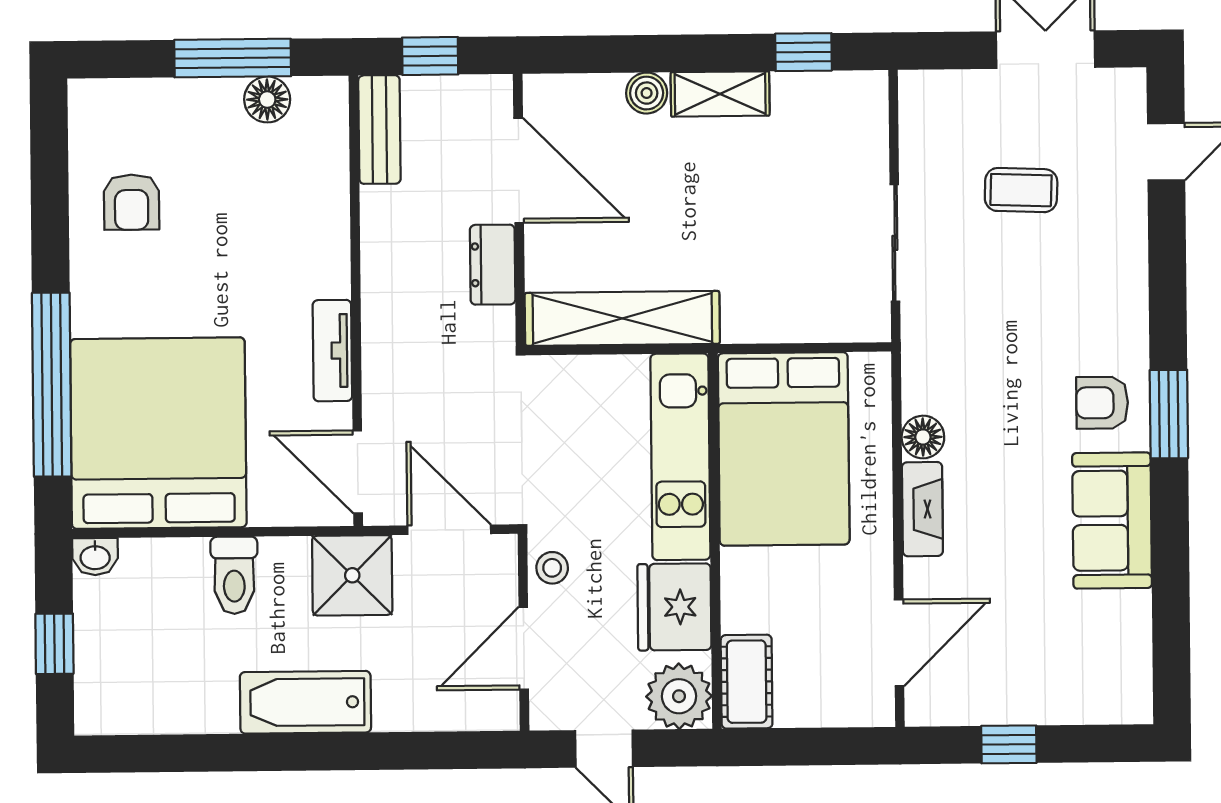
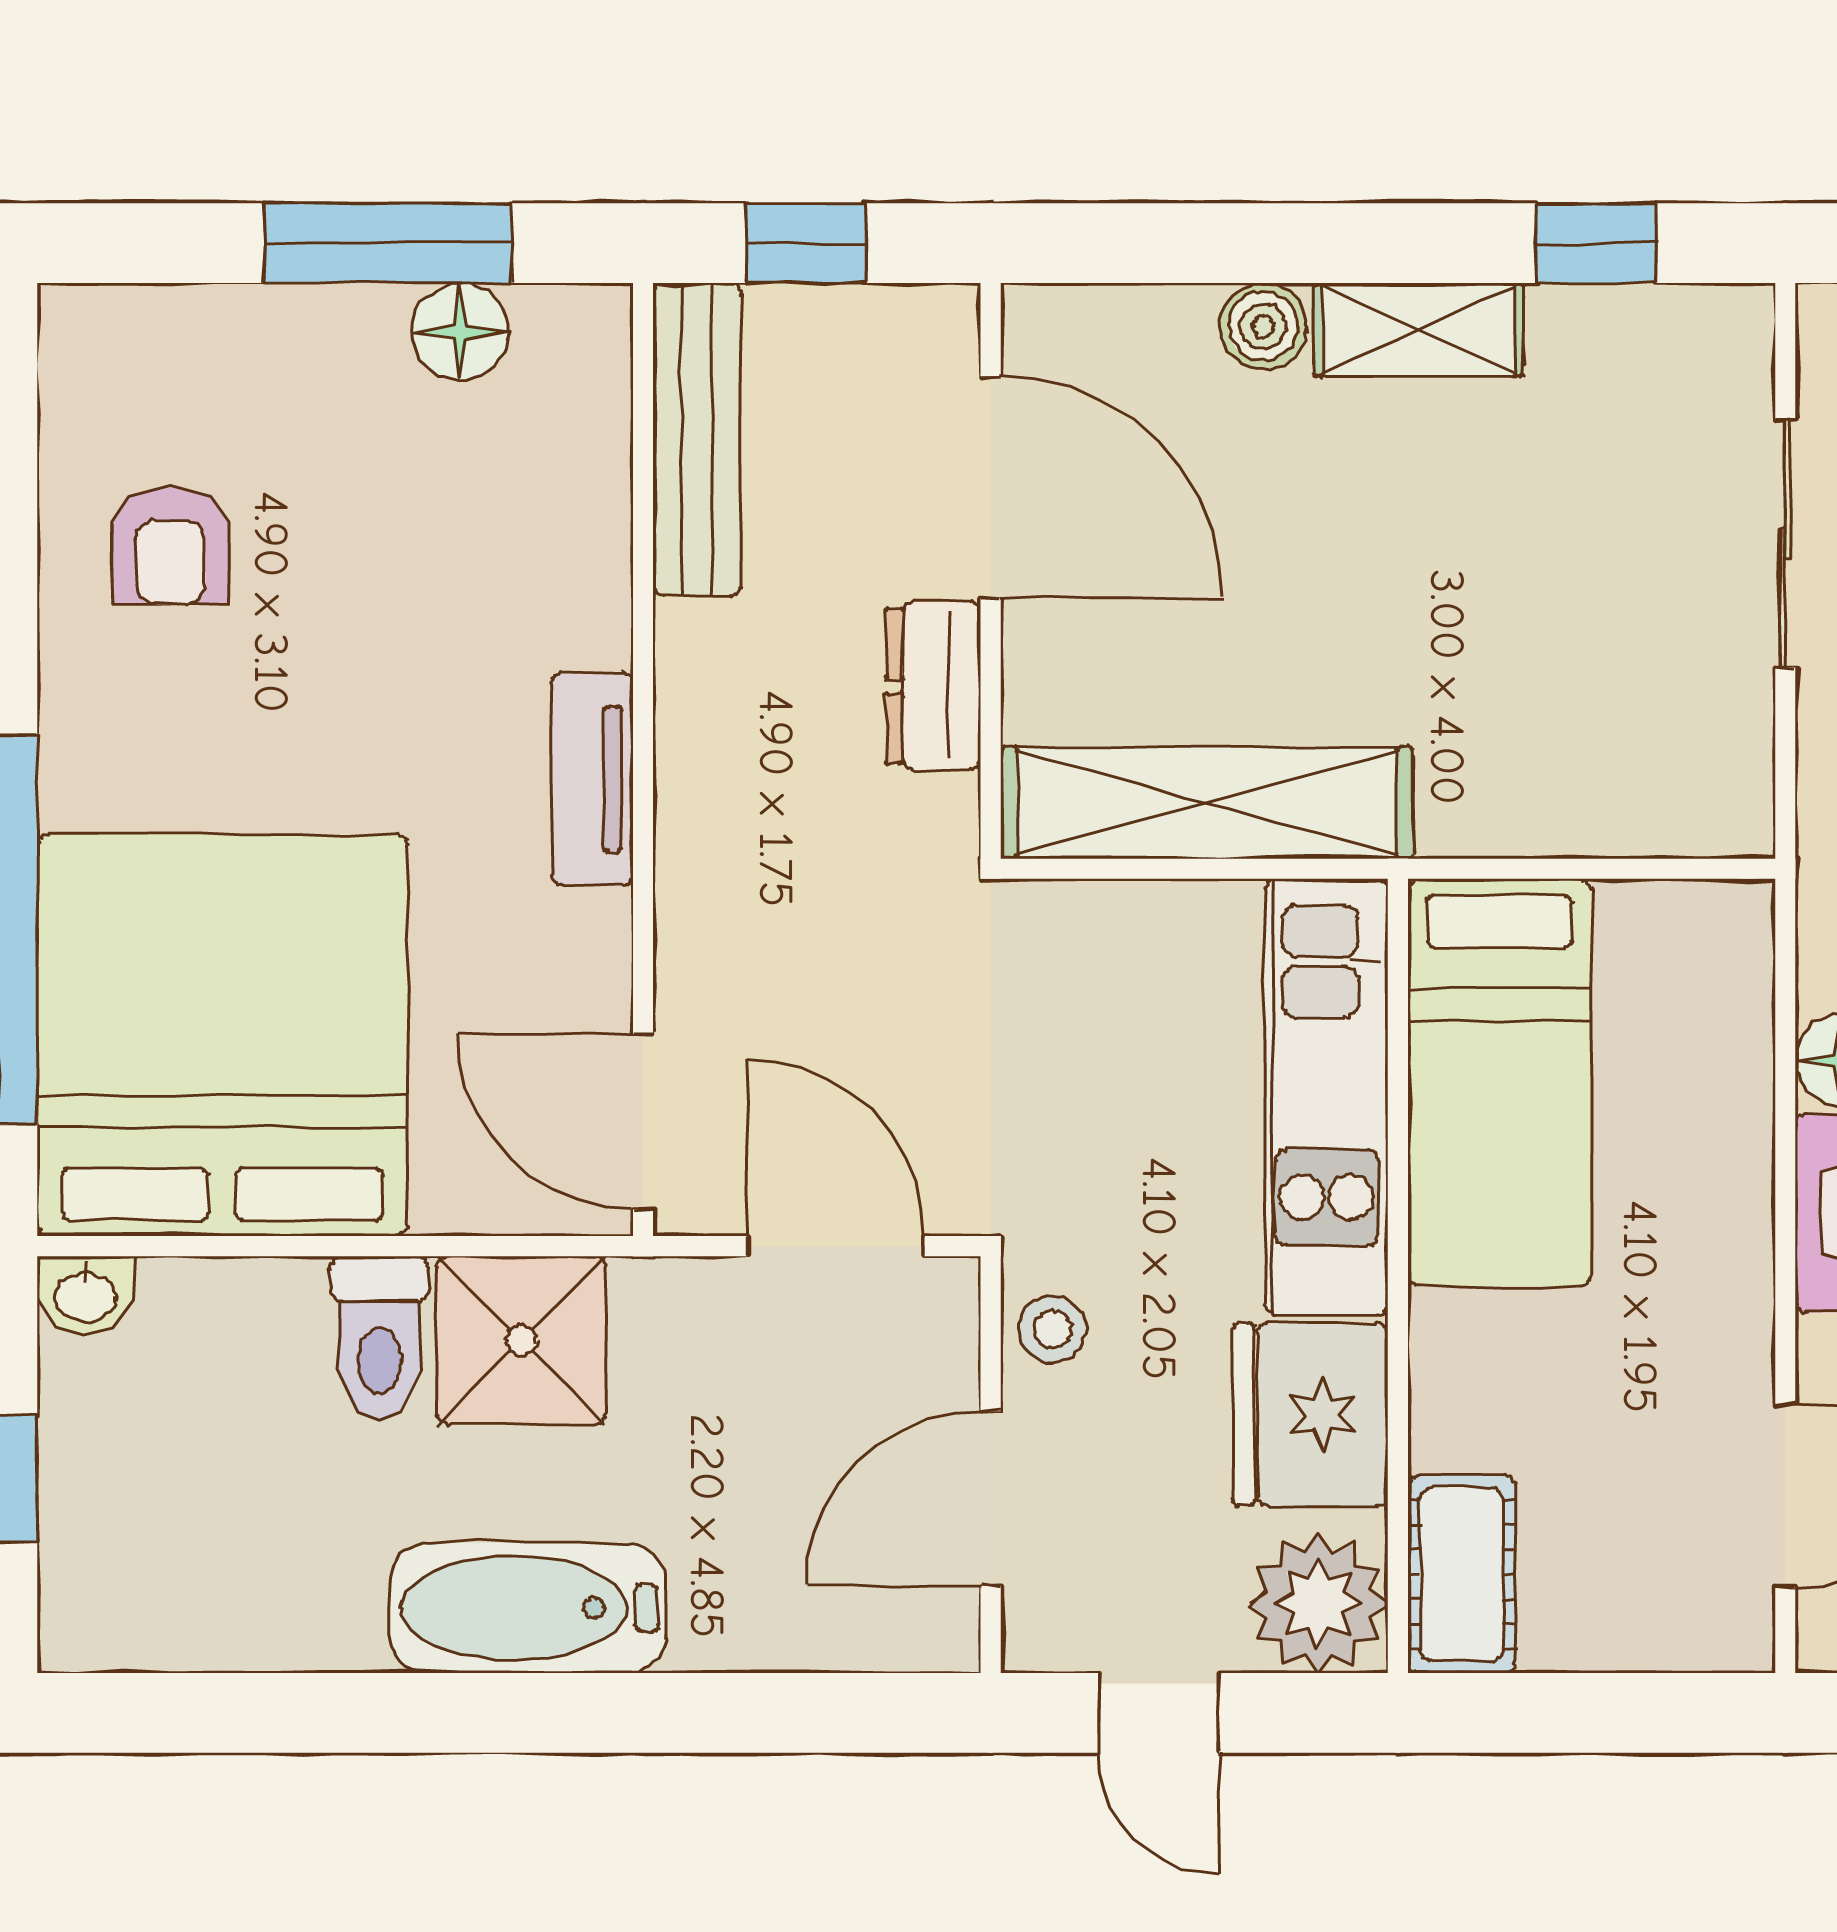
bench: (379, 130) -> (697, 439), width x1.36
sliding door: (895, 243) -> (1785, 543), moved
tv unit: (332, 351) -> (592, 779), moved
bed: (784, 449) -> (1499, 1082), width x0.67
shower: (352, 575) -> (521, 1340), moved

